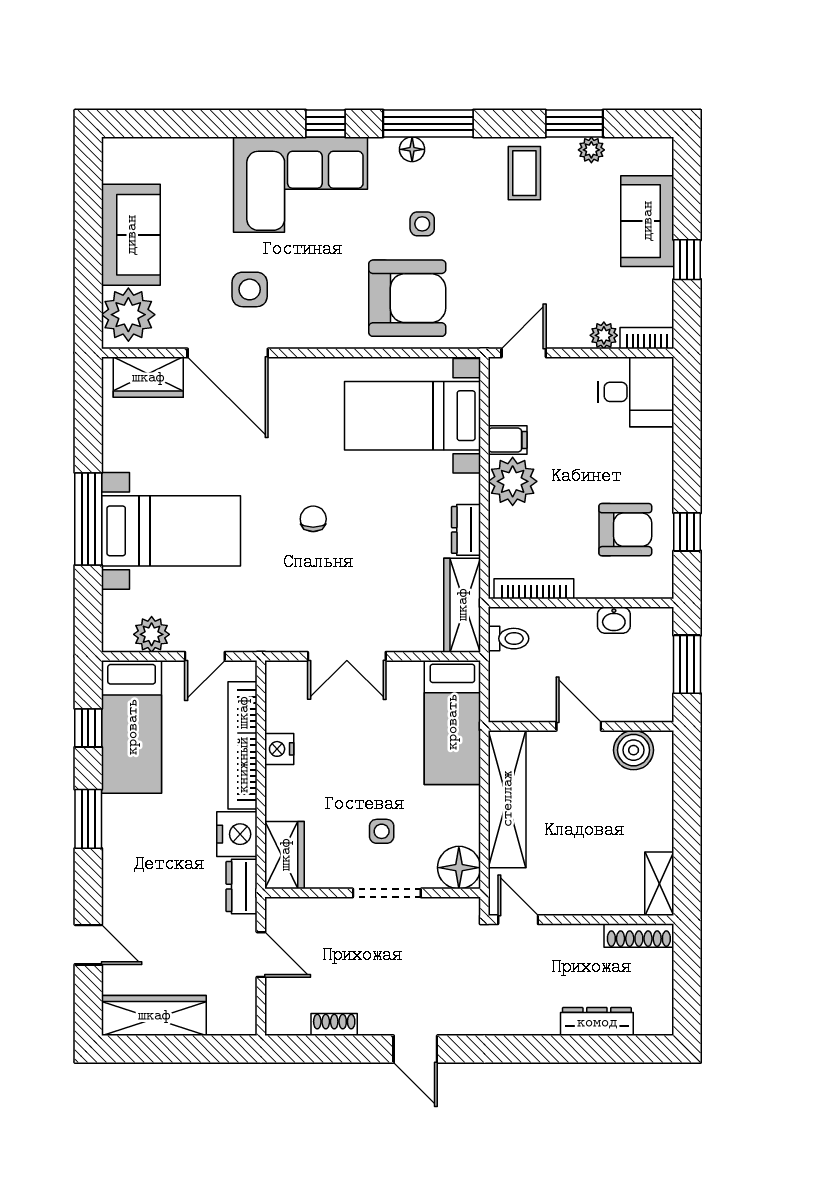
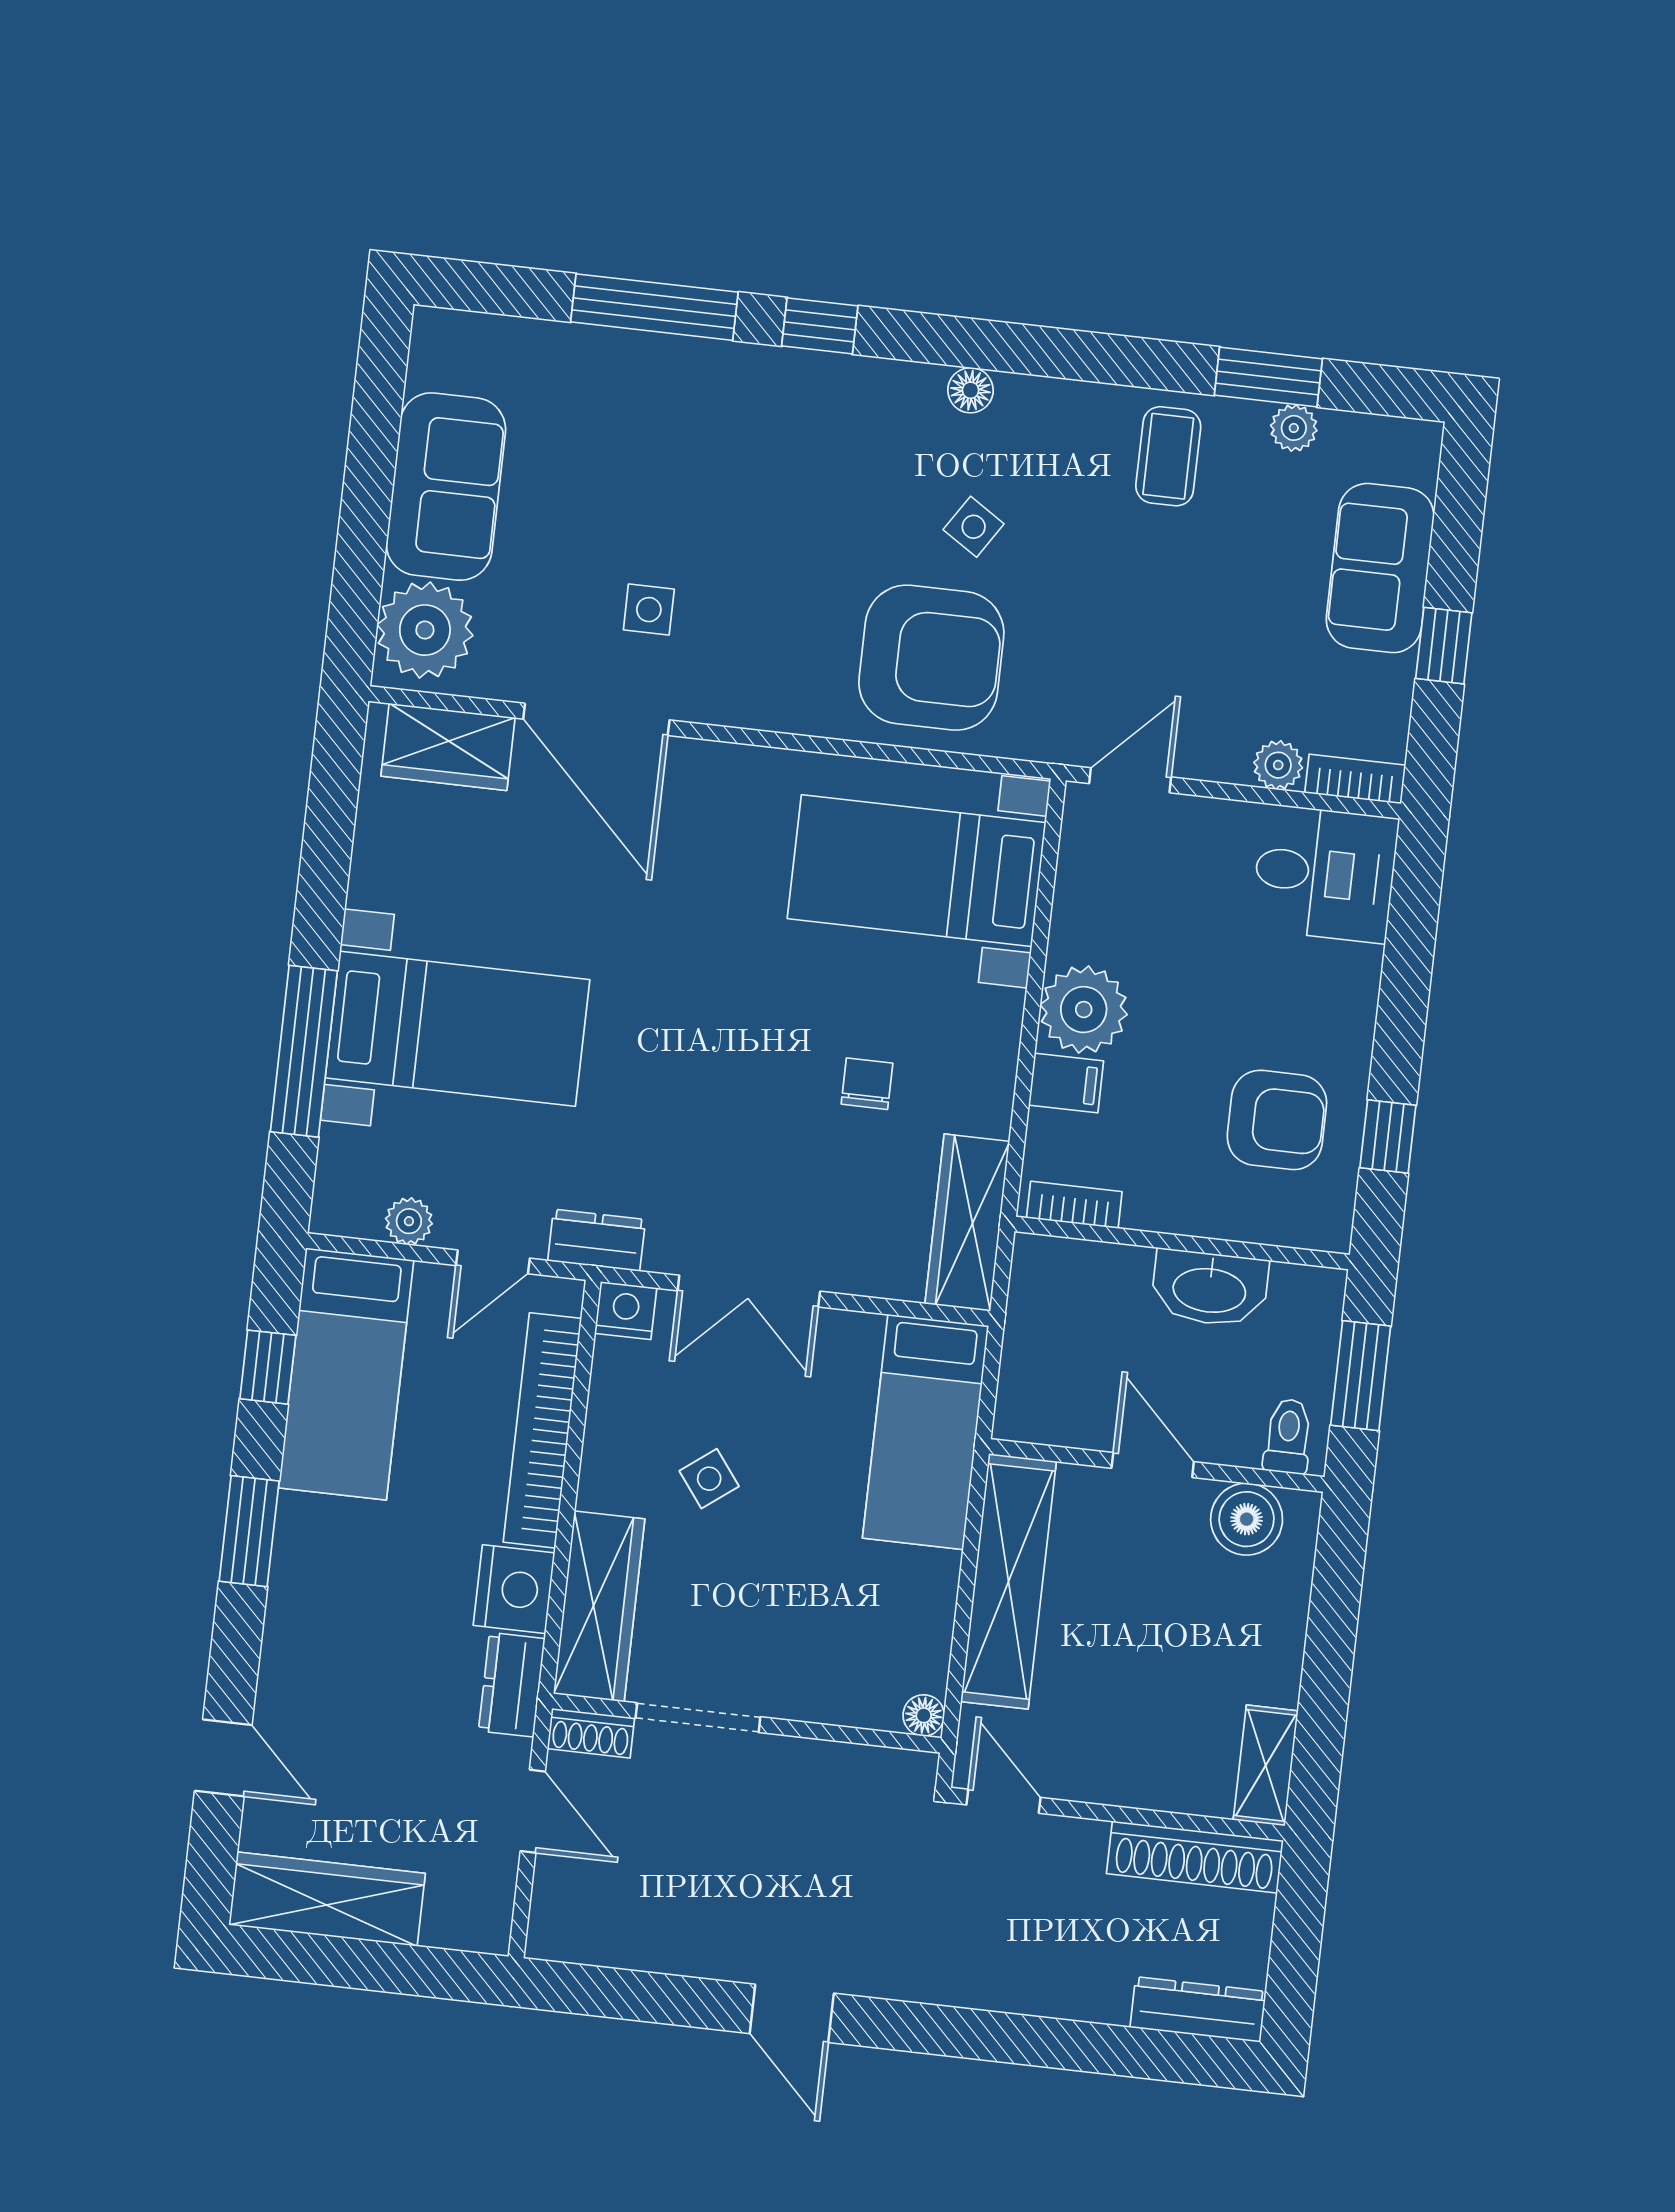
window: (428, 124) -> (654, 307), moved
corner sofa: (301, 185) -> (762, 431), removed
side table: (422, 224) -> (974, 527), turned 33
side table: (250, 289) -> (649, 610), width x0.73, depth x0.73
filing cabinet: (508, 440) -> (1066, 1083), moved
window: (88, 519) -> (304, 1051), moved
chair: (313, 519) -> (867, 1084), moved
dresser: (466, 530) -> (597, 1240), moved, turned 90
bookcase: (534, 589) -> (1074, 1205), width x0.64
washbasin: (614, 620) -> (1210, 1288), width x1.91, depth x1.45
plant: (152, 634) -> (409, 1221), width x0.73, depth x0.73
toilet: (509, 639) -> (1288, 1436), moved, turned -90
nightstand: (279, 749) -> (626, 1311), moved, turned 90
side table: (382, 831) -> (709, 1479), moved, turned -37
wardrobe: (285, 855) -> (599, 1606), width x1.50
floor lamp: (459, 868) -> (924, 1715), width x0.53, depth x0.53
doorway: (387, 893) -> (698, 1718), moved
shoe rack: (639, 936) -> (1195, 1857), width x1.36, depth x1.24
dresser: (597, 1022) -> (1198, 2009), moved
shoe rack: (334, 1025) -> (591, 1733), moved, turned 180

